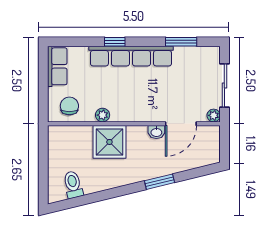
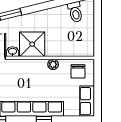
shower: (109, 142) -> (32, 44), moved

